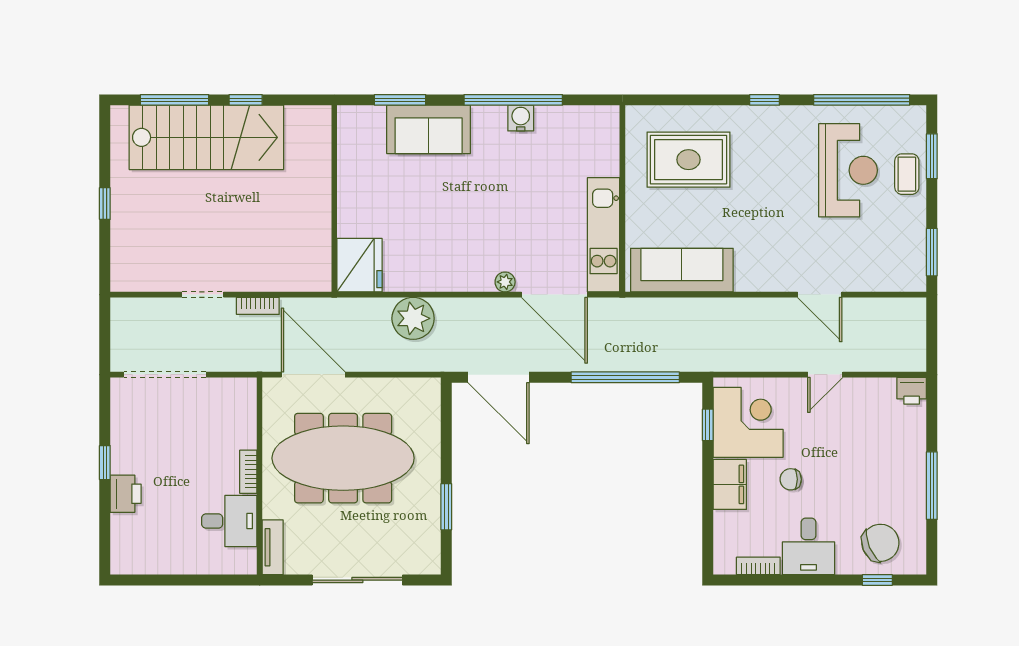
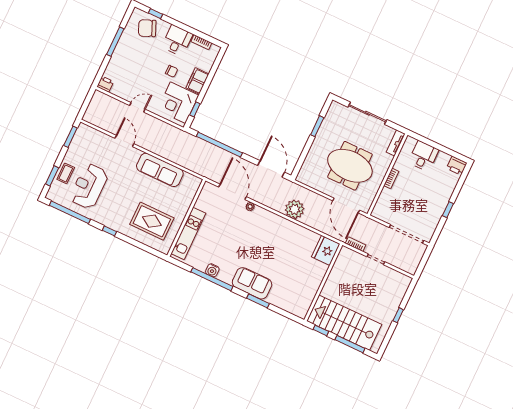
wall: (334, 199) -> (323, 282), moved
kitchen unit: (604, 235) -> (188, 233), moved
fridge: (360, 265) -> (326, 250), moved
sofa: (682, 270) -> (160, 170), moved
meeting table: (343, 458) -> (350, 166), width x0.73
printer: (126, 494) -> (457, 166), moved, turned -90
desk: (229, 521) -> (424, 156), moved, turned 90

